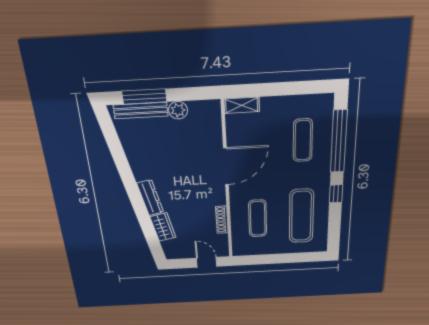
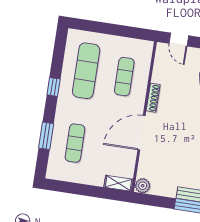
plant: (178, 110) -> (143, 186), moved
window: (339, 141) -> (46, 136), width x0.47
shoe rack: (222, 220) -> (153, 98), moved

